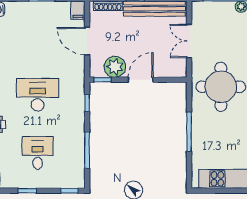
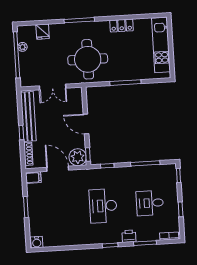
door: (87, 41) -> (58, 169), swing flipped
plant: (115, 67) -> (78, 157), moved

